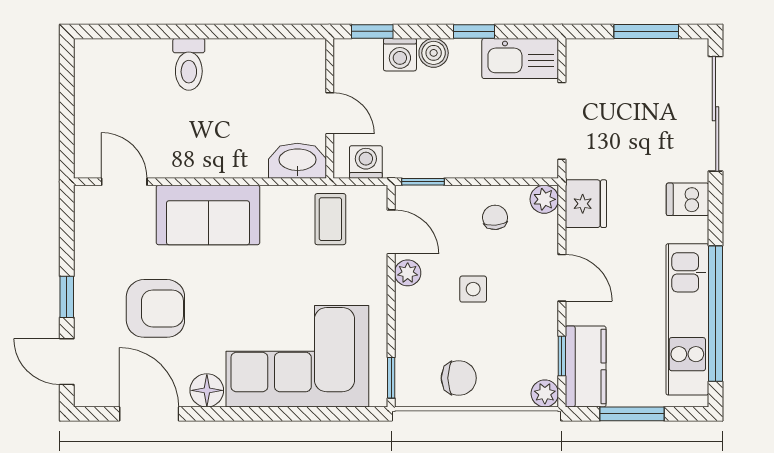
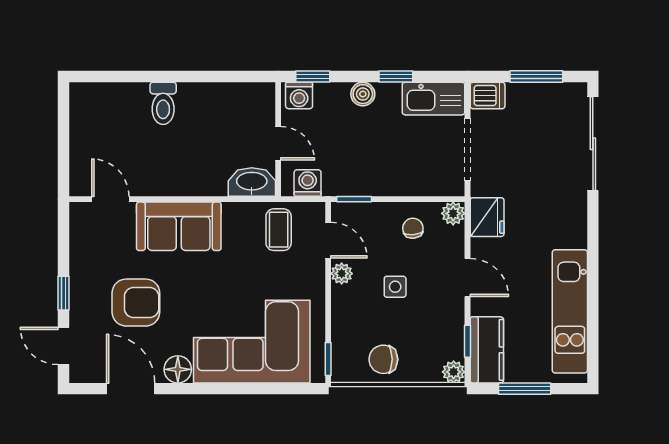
washing machine: (400, 55) -> (299, 95), moved
dishwasher: (688, 199) -> (488, 96), moved, turned 180
window: (716, 314) -> (593, 307), removed
chair: (459, 378) -> (383, 359), turned 180

